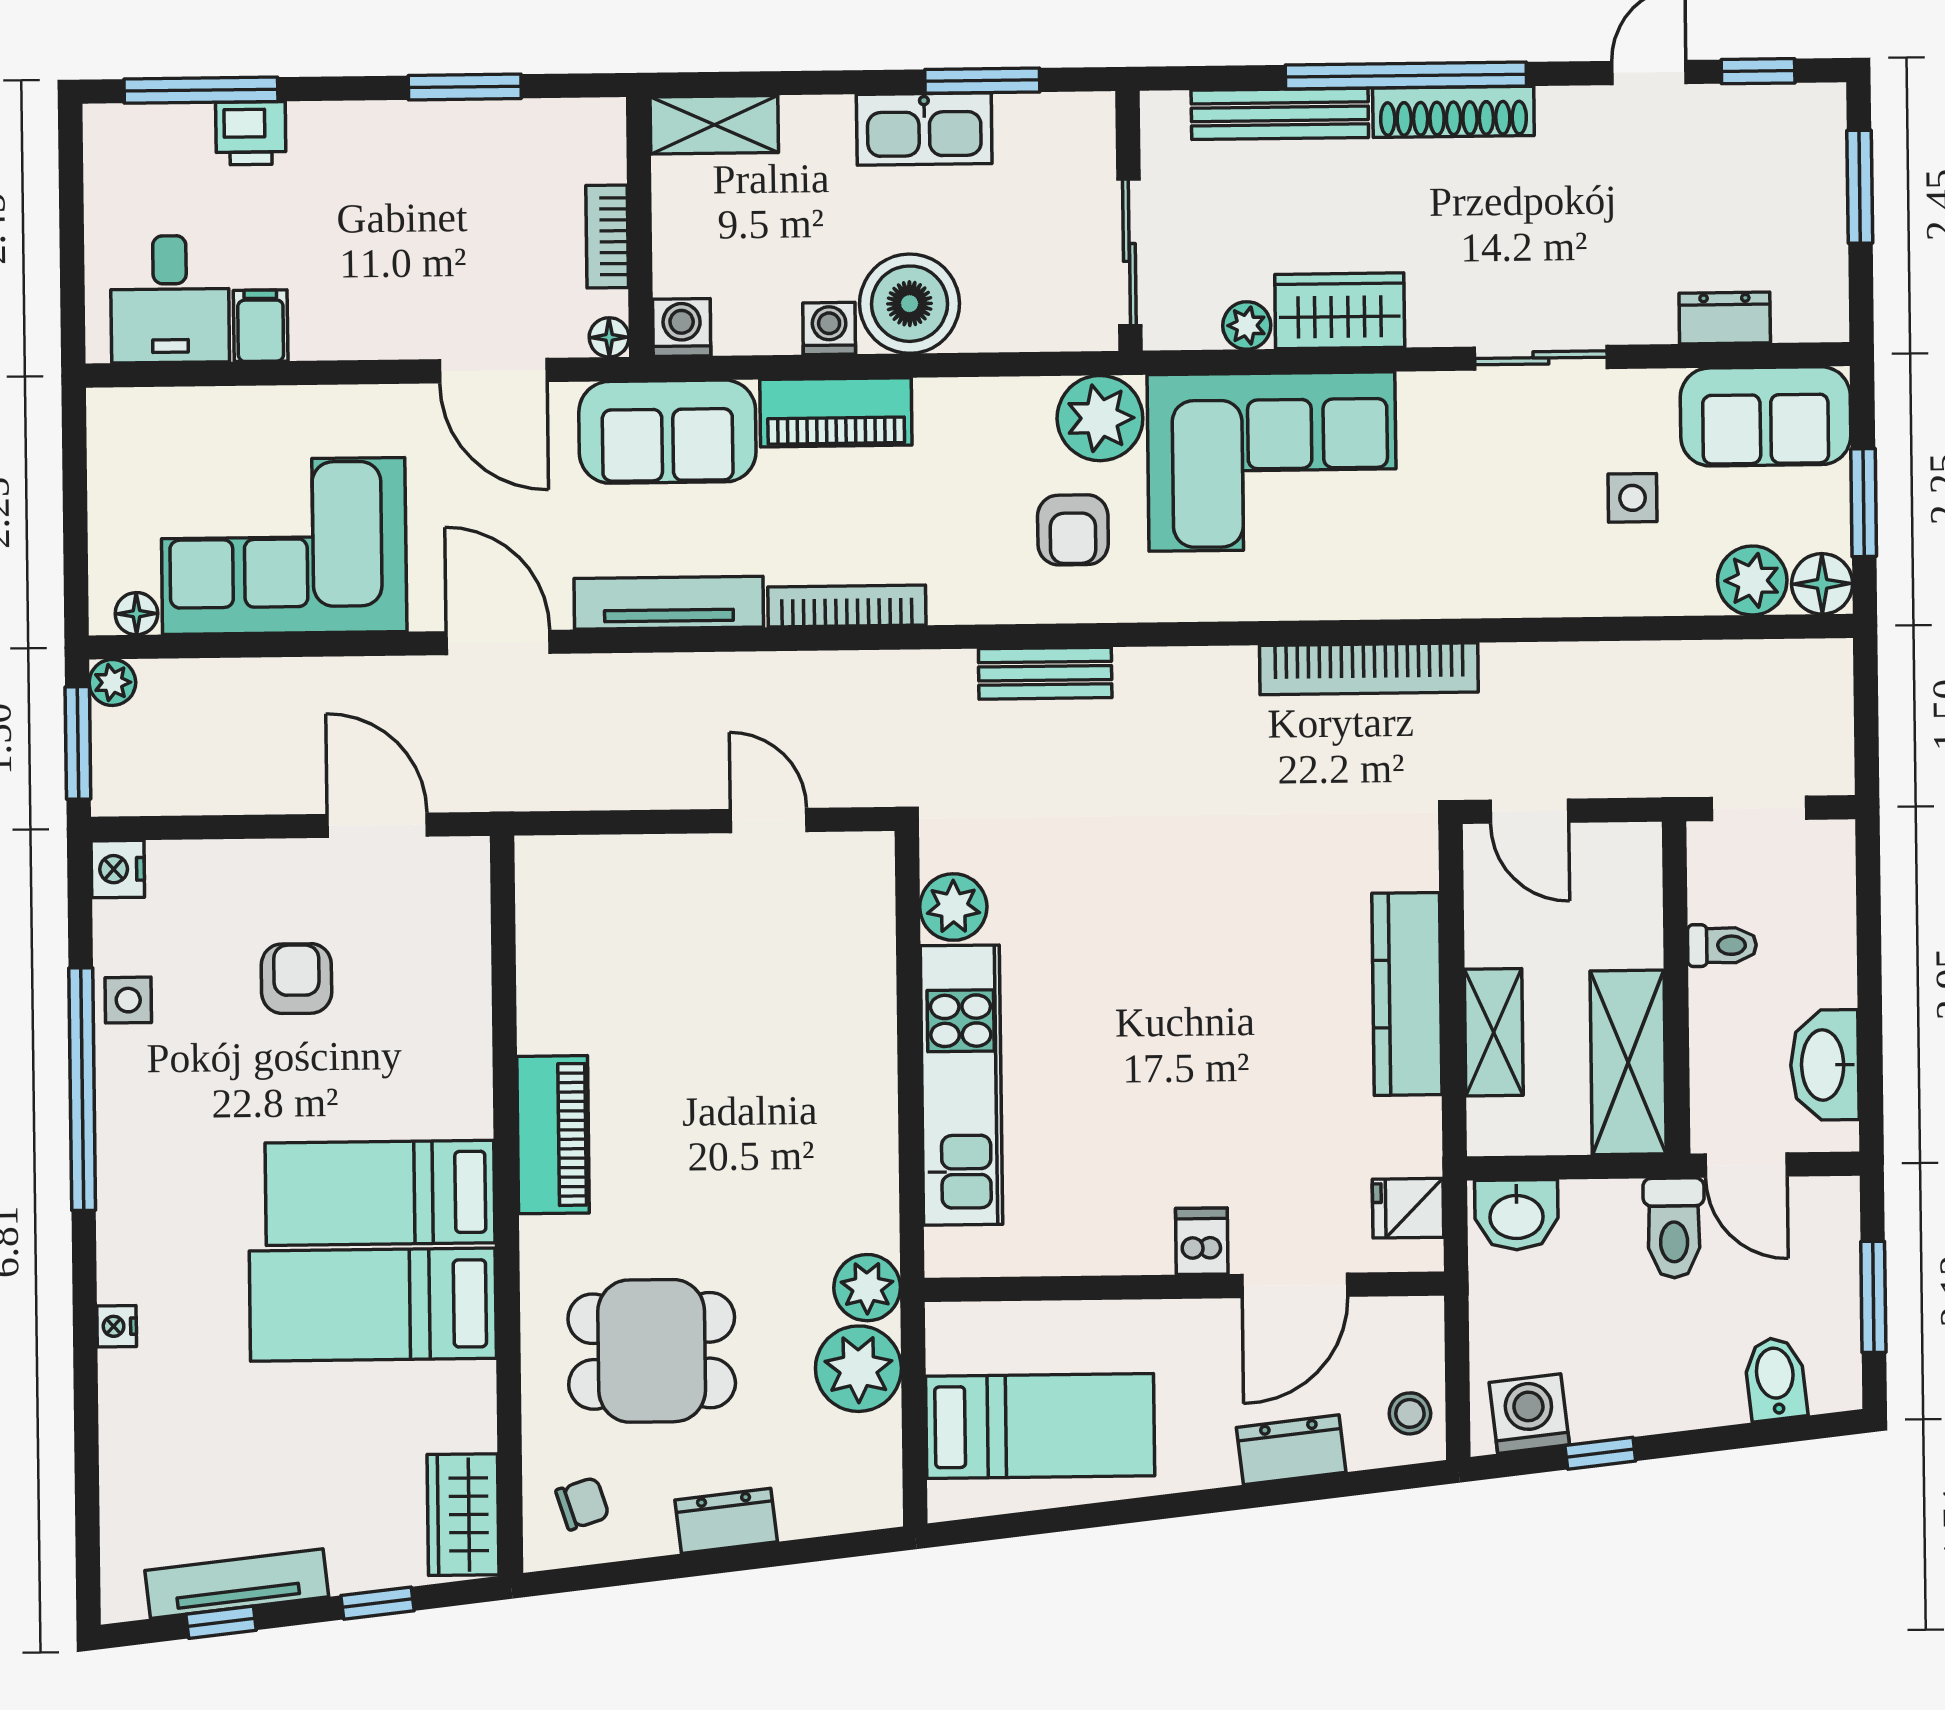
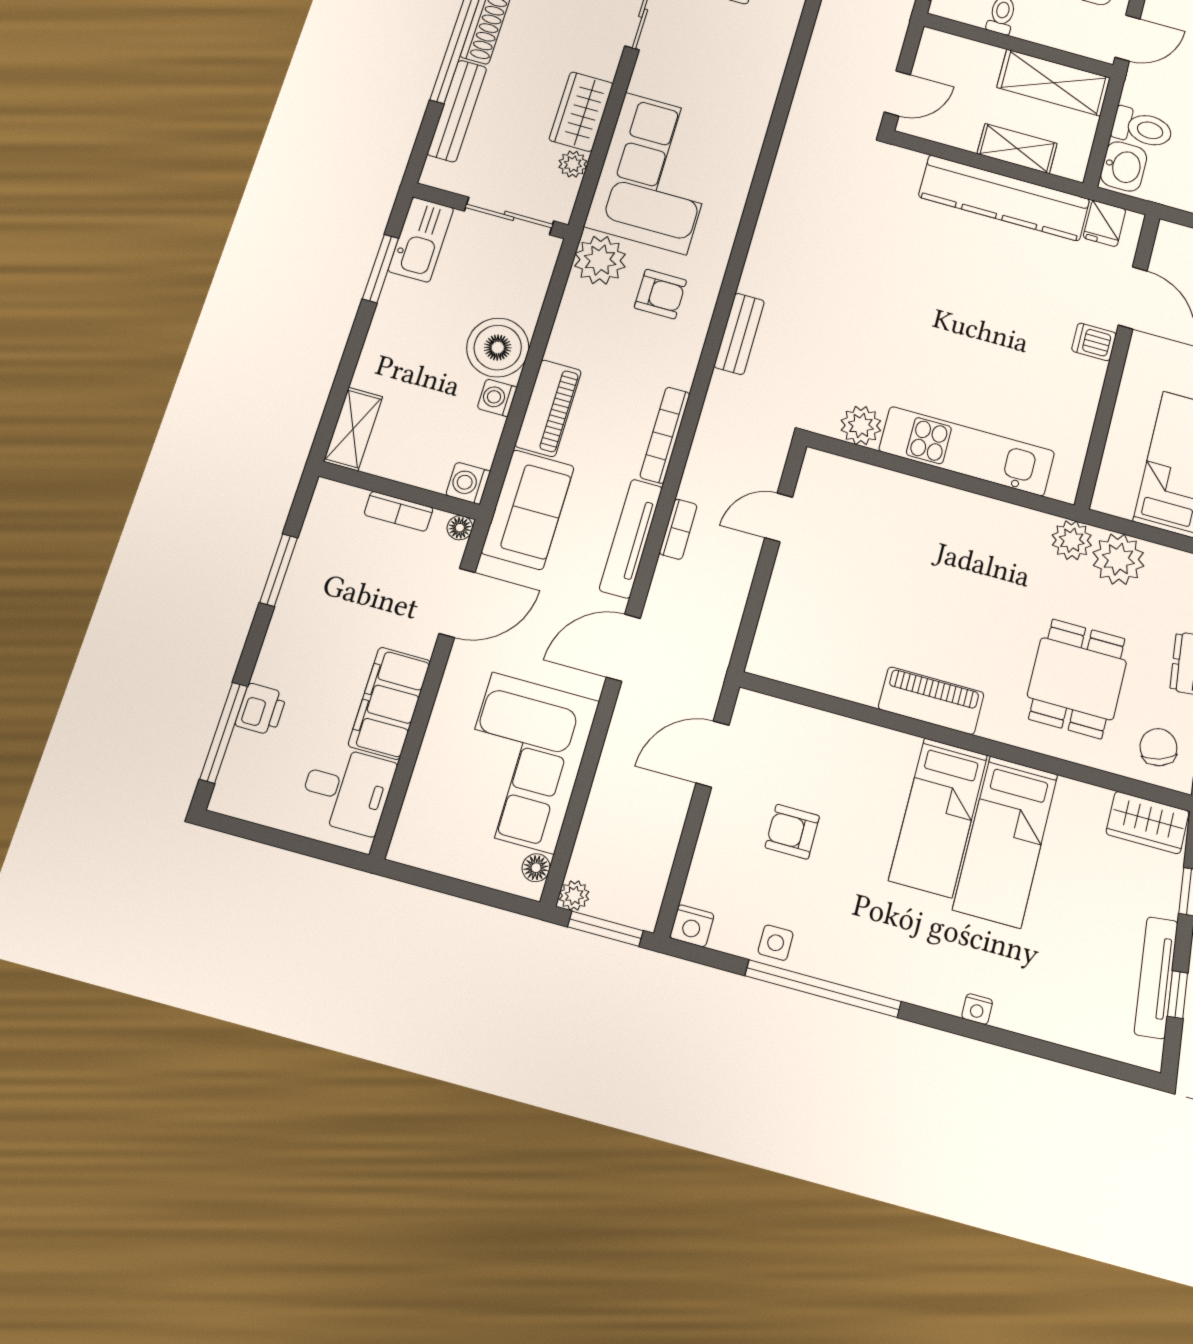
kitchen sink: (924, 129) -> (421, 240), moved
filing cabinet: (261, 326) -> (389, 703), width x3.00, depth x1.17
bookcase: (1369, 669) -> (678, 529), moved, width x0.43, depth x0.76
kitchen counter: (1407, 994) -> (1004, 198), width x1.39, depth x1.17
toilet: (1674, 1228) -> (1142, 128), moved
chair: (582, 1504) -> (1158, 747), width x1.37, depth x1.37

